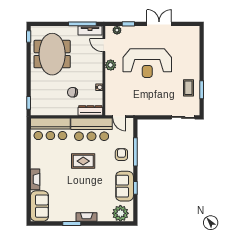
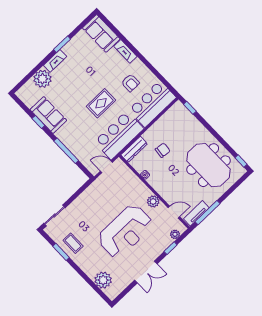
plant: (192, 45) -> (103, 280), added
reception desk: (147, 63) -> (125, 231), turned 180
armchair: (121, 155) -> (130, 83), moved
plant: (120, 213) -> (42, 79), moved

